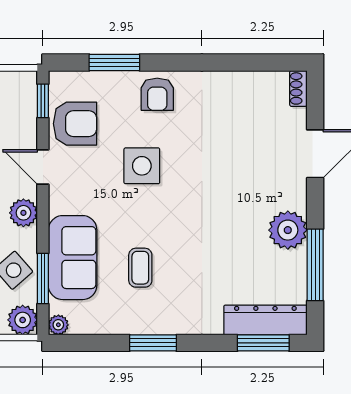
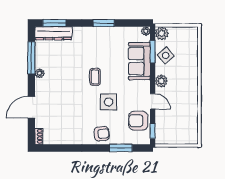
armchair: (157, 94) -> (102, 134), turned 84
plant: (288, 230) -> (40, 73), width x0.53, depth x0.53
coffee table: (140, 268) -> (95, 77), moved

